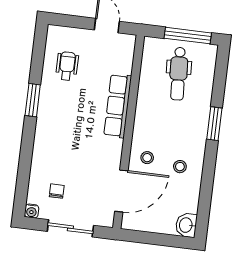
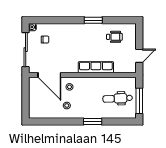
washbasin: (186, 225) -> (35, 113), removed
sliding door: (70, 228) -> (26, 50), width x1.37

